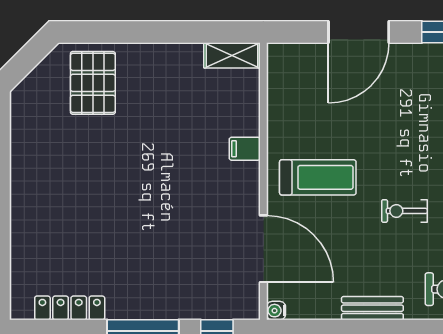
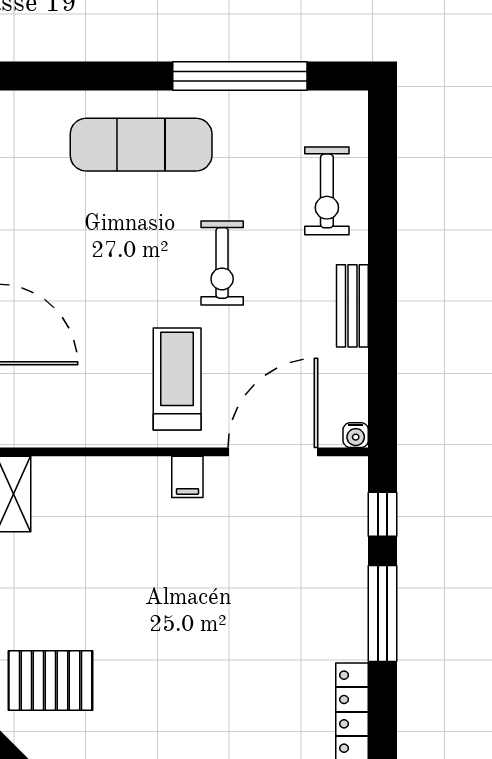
filing cabinet: (245, 149) -> (187, 477), moved
exercise bike: (404, 211) -> (222, 263), width x1.38, depth x1.39

